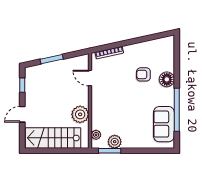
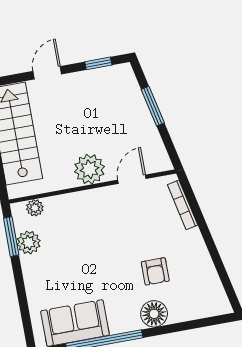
armchair: (143, 74) -> (155, 271), turned 180
door: (22, 114) -> (47, 73), hinge flipped
plant: (80, 114) -> (89, 169), moved

